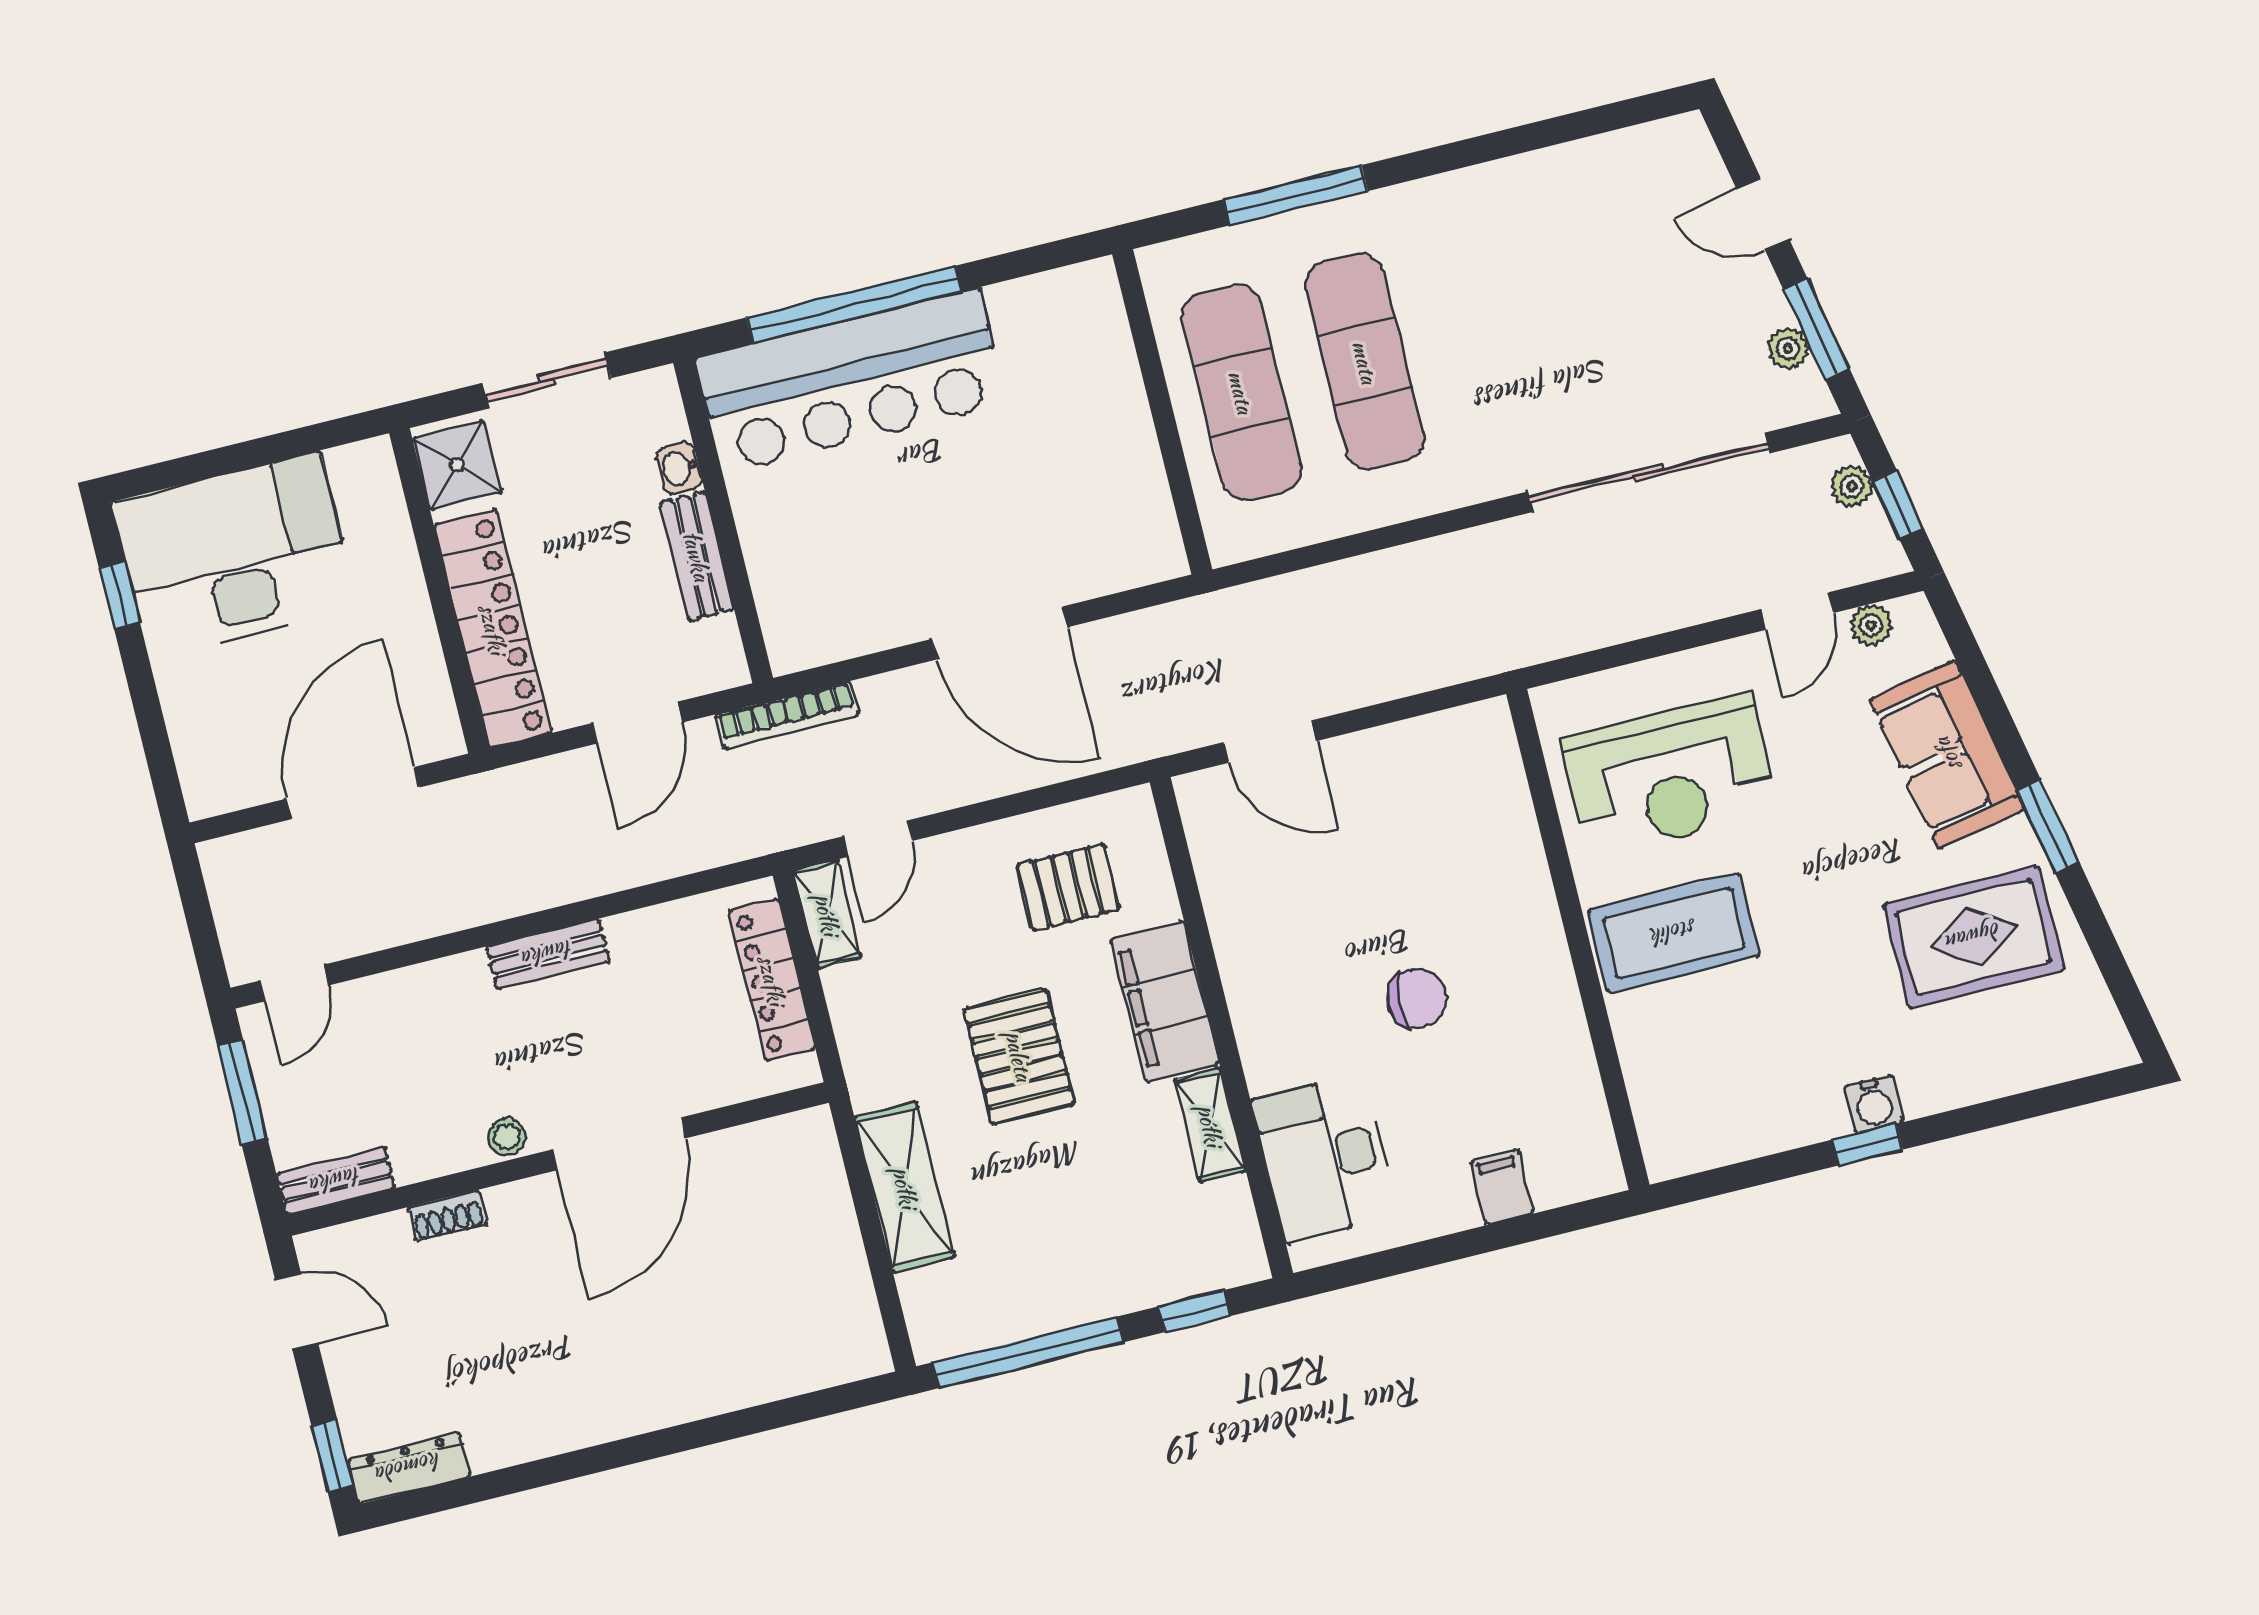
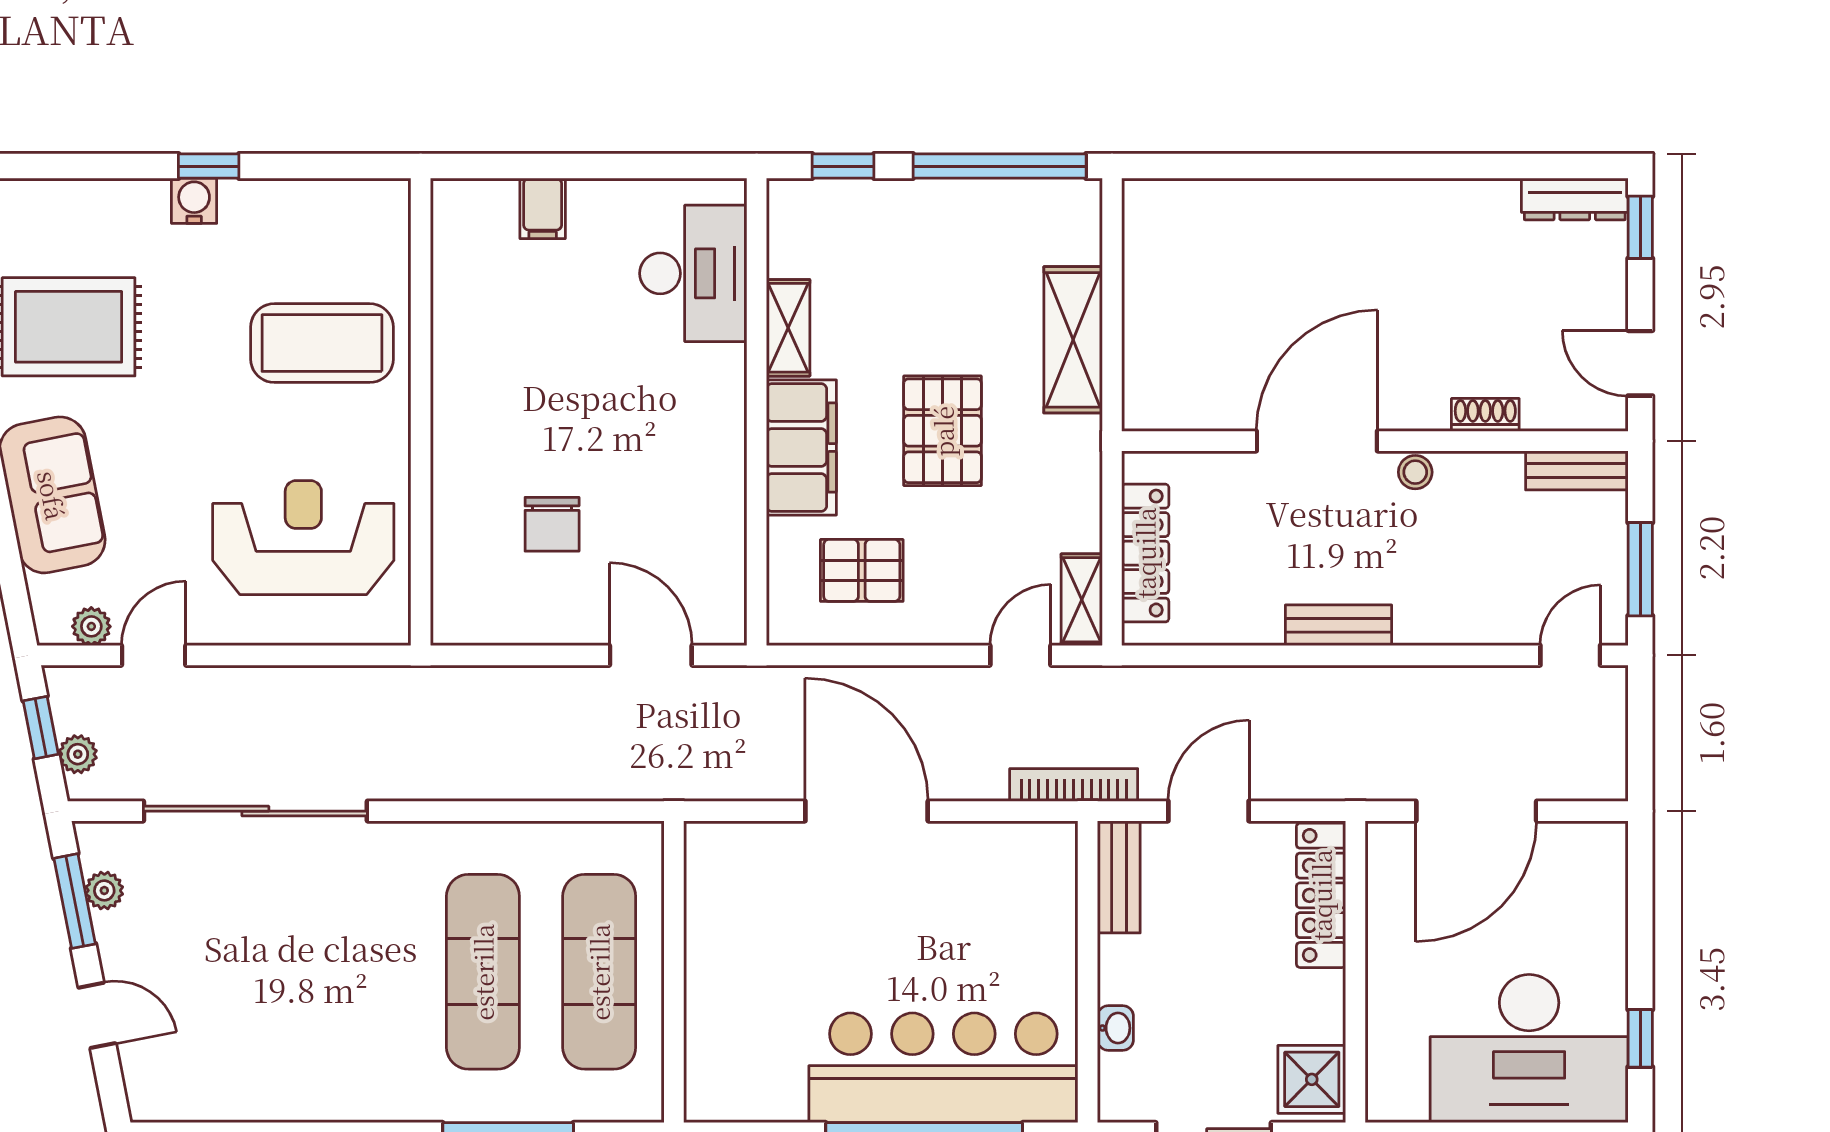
bench: (697, 556) -> (1119, 877), moved
locker: (493, 629) -> (1321, 895), width x0.71, depth x0.83
coffee table: (1674, 933) -> (322, 343), moved
chair: (1417, 998) -> (552, 524), moved, turned -93

